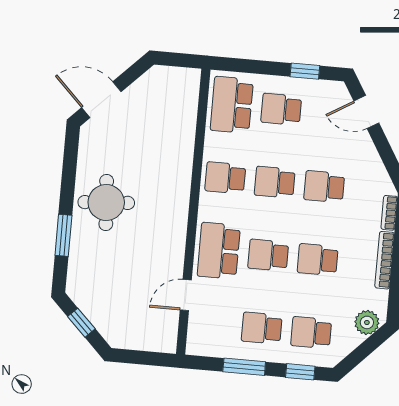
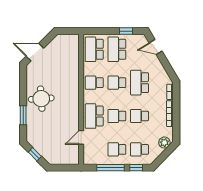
school desk: (281, 109) -> (117, 49), width x1.85
school desk: (324, 187) -> (139, 83), width x1.85
window: (244, 367) -> (110, 168), width x1.44

